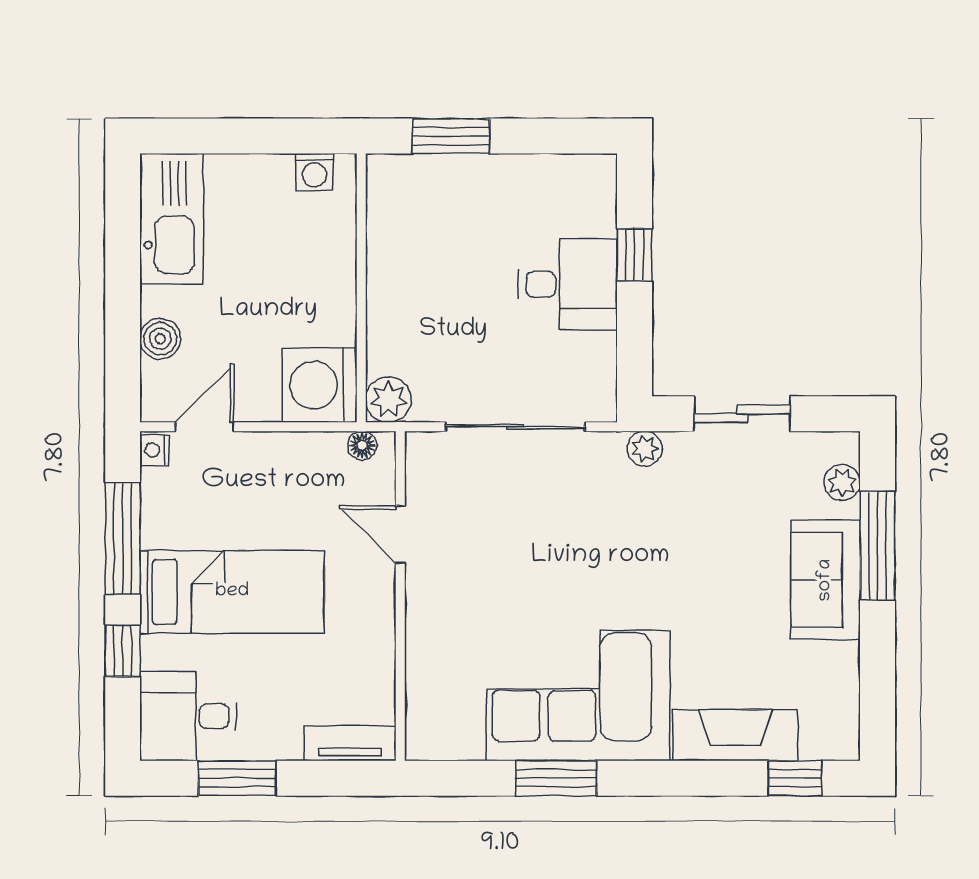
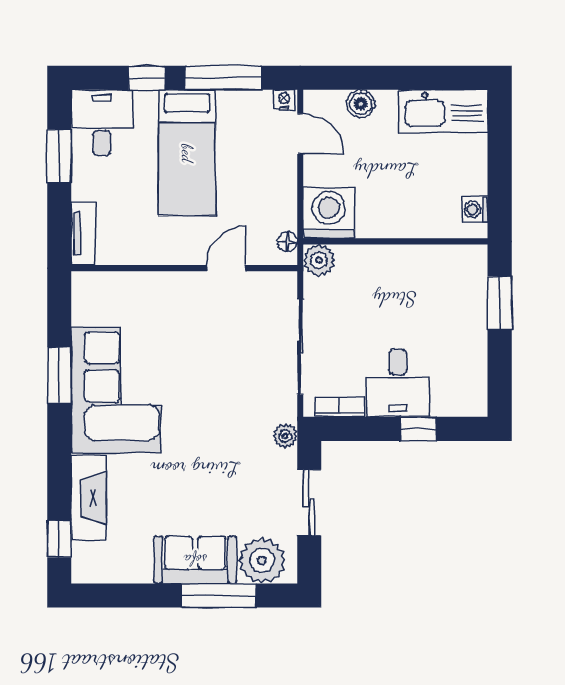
bookcase: (603, 369) -> (340, 407), added
plant: (842, 482) -> (262, 560), width x1.88, depth x1.88

